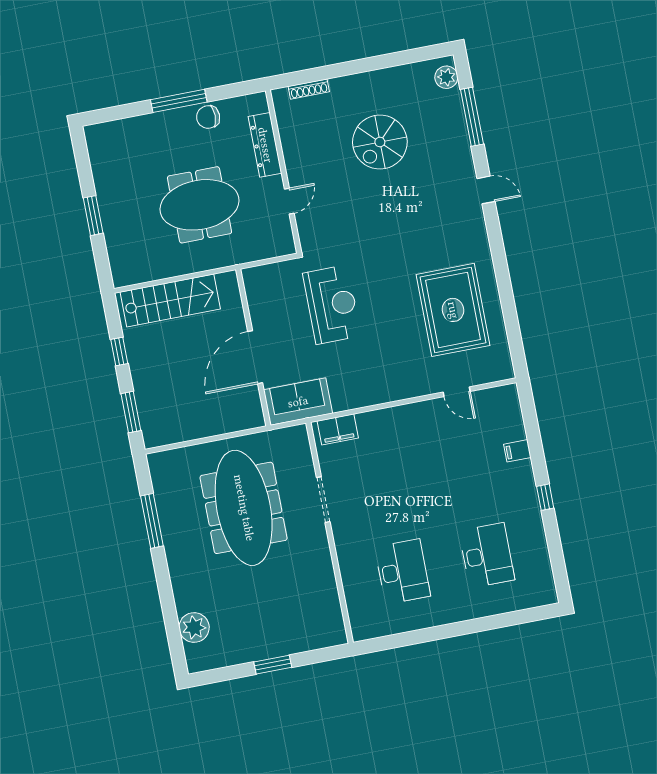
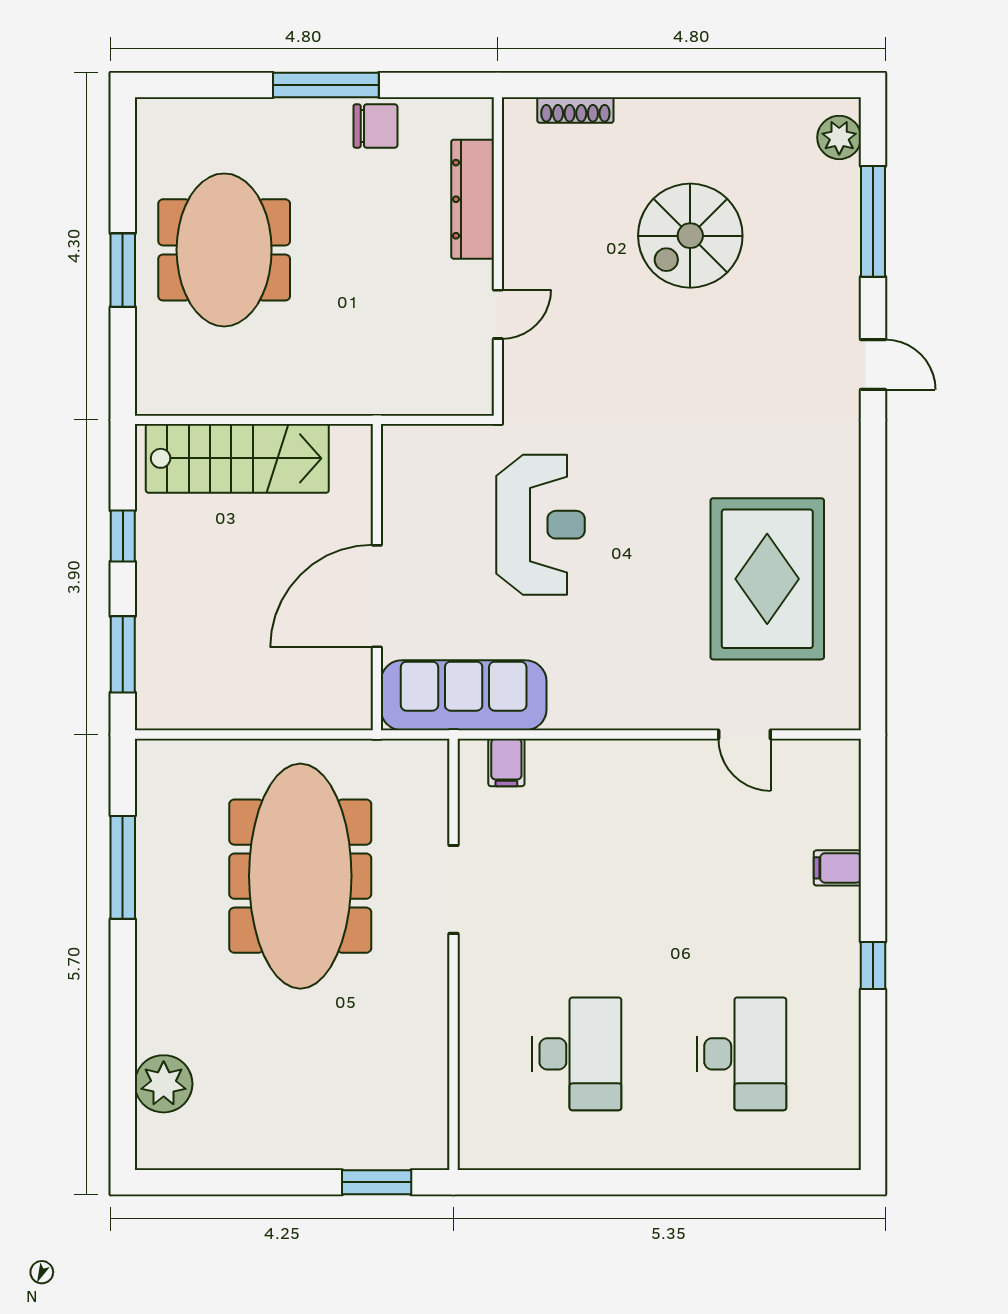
chair: (208, 117) -> (375, 126), turned 180
meeting table: (199, 205) -> (224, 250), moved, turned 90
sofa: (298, 402) -> (464, 695), width x1.36
filing cabinet: (338, 429) -> (506, 762), width x0.50
window: (273, 665) -> (377, 1182), moved

